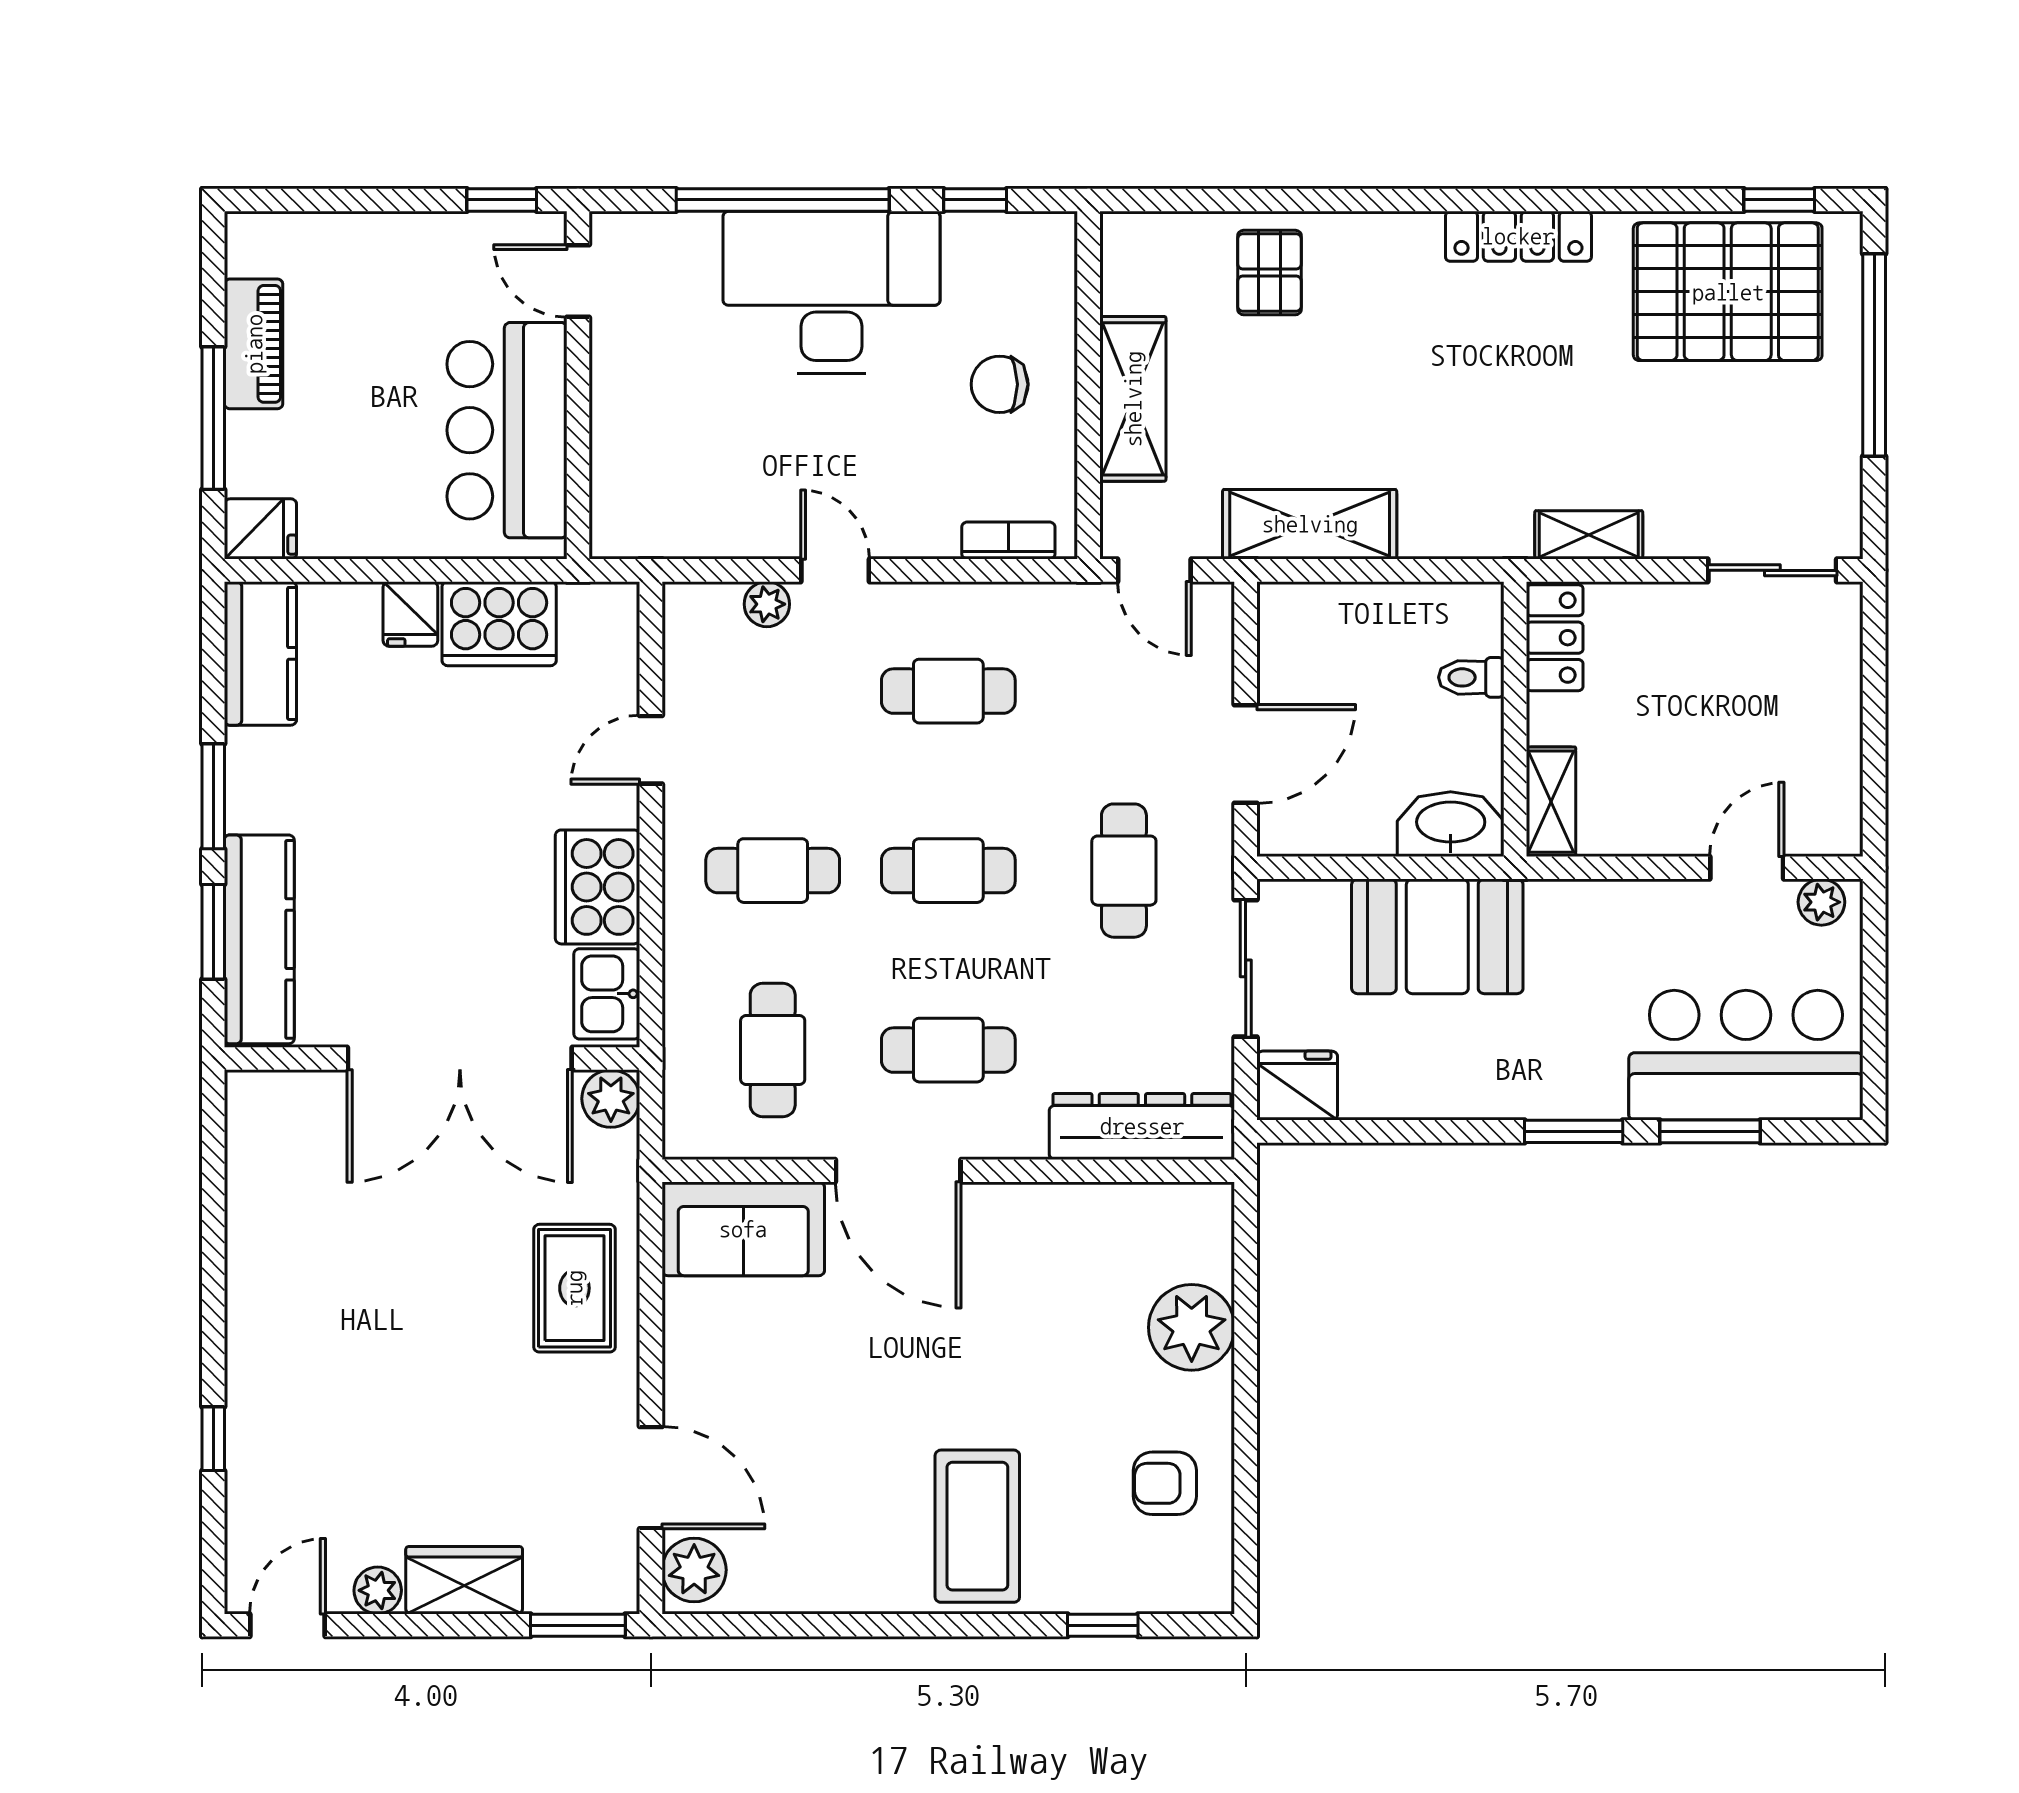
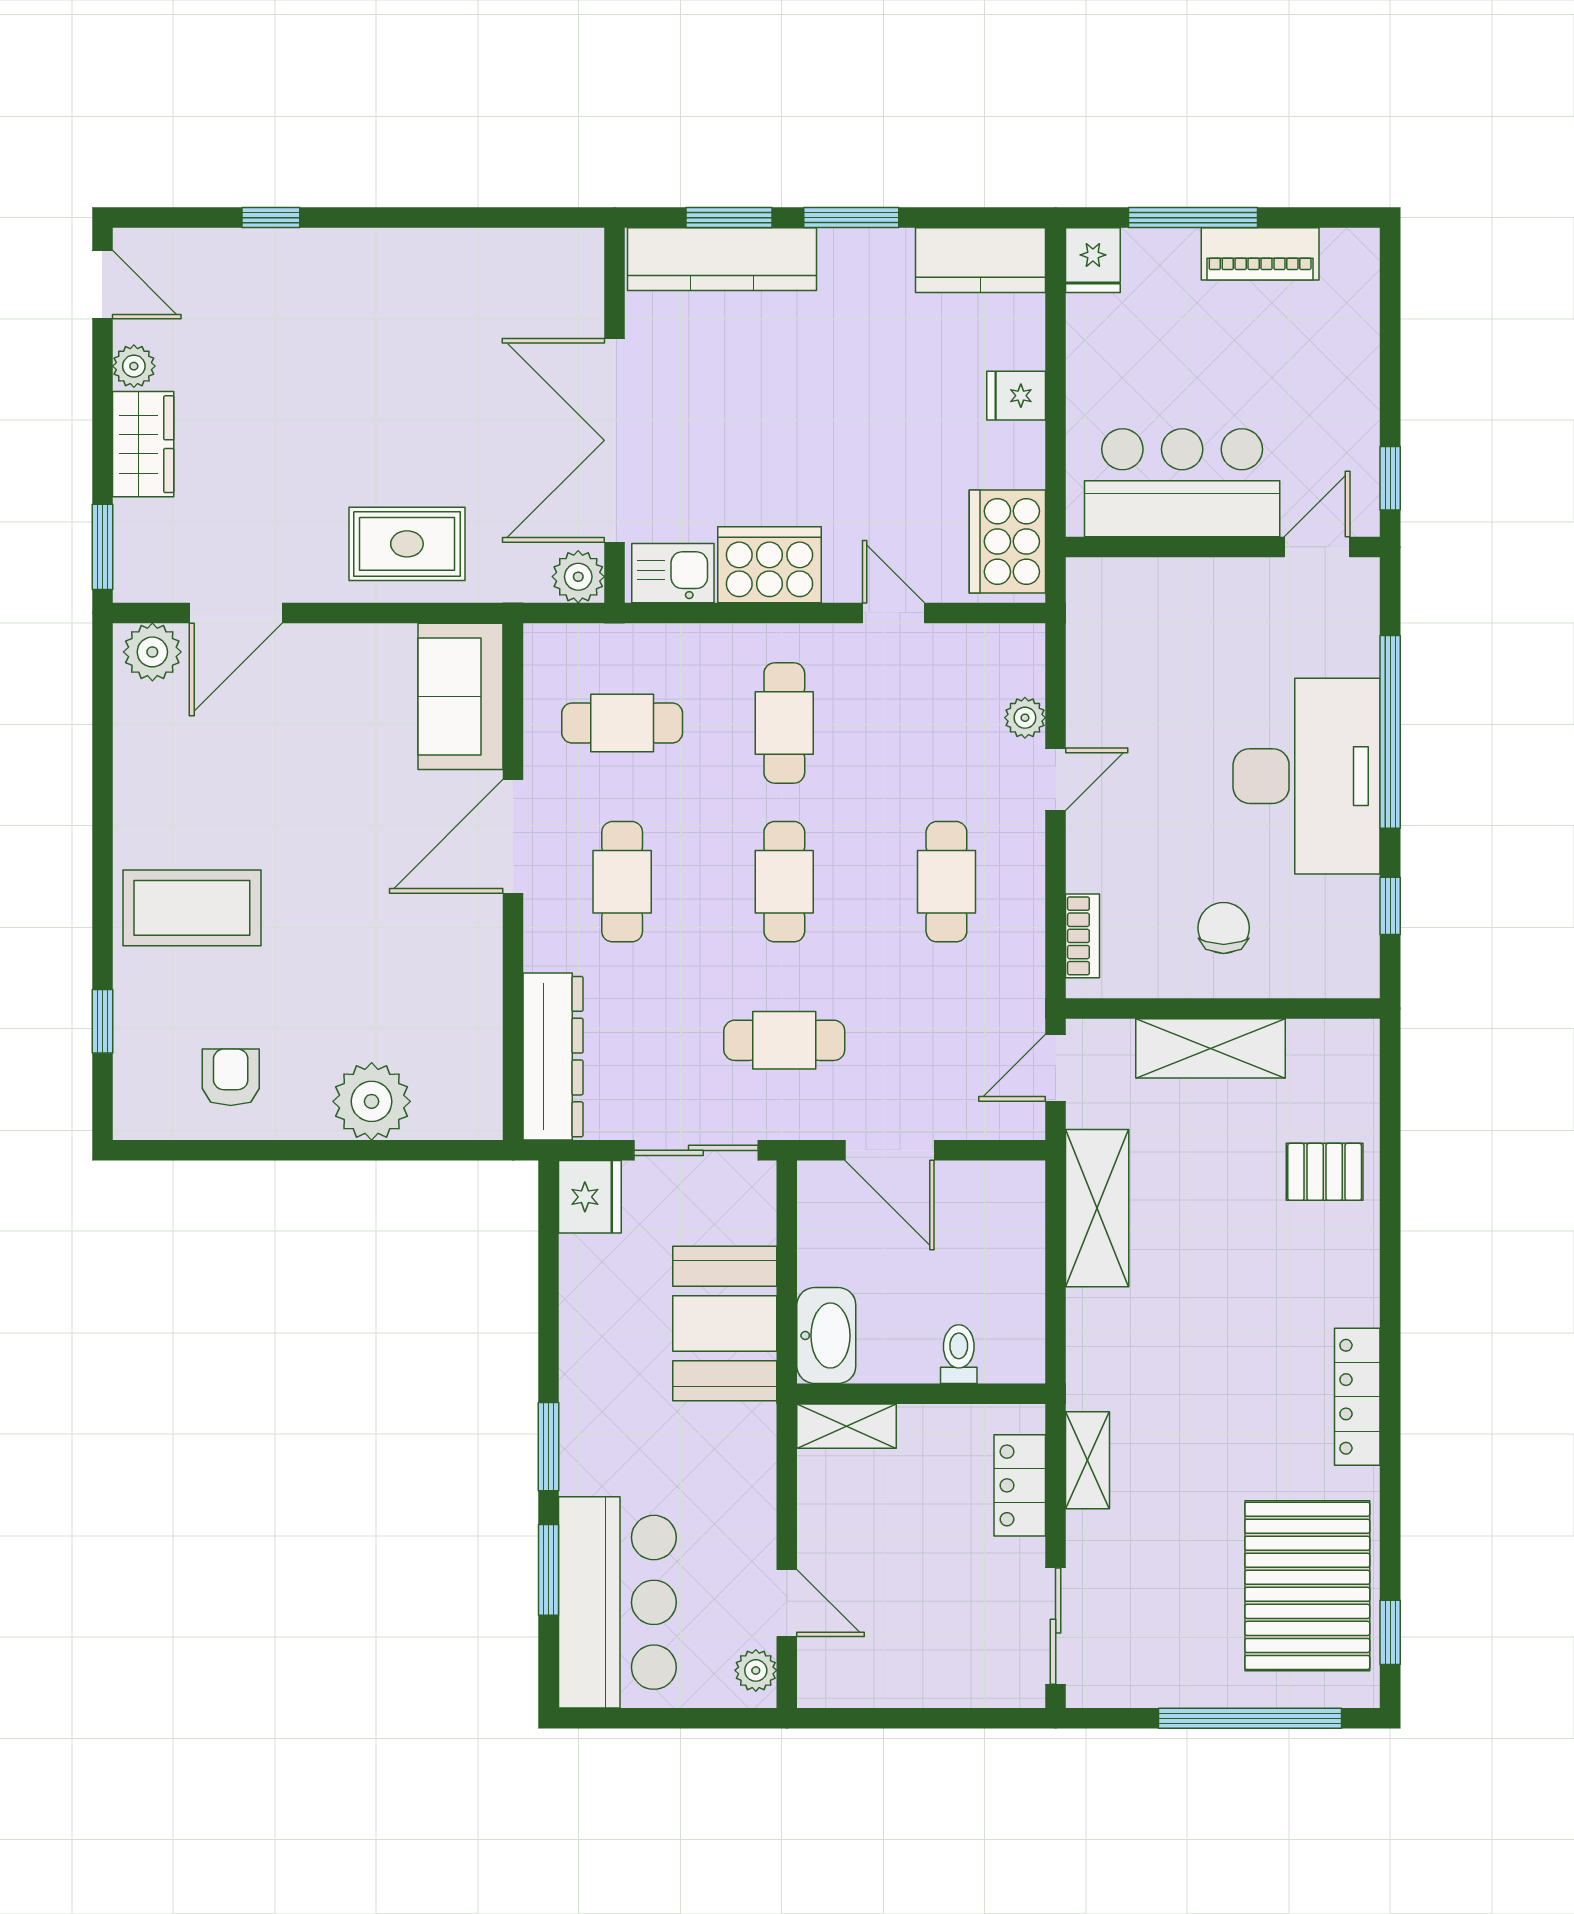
cooker: (499, 624) -> (1007, 541), moved
locker: (1555, 638) -> (1020, 1485), moved, turned 90

